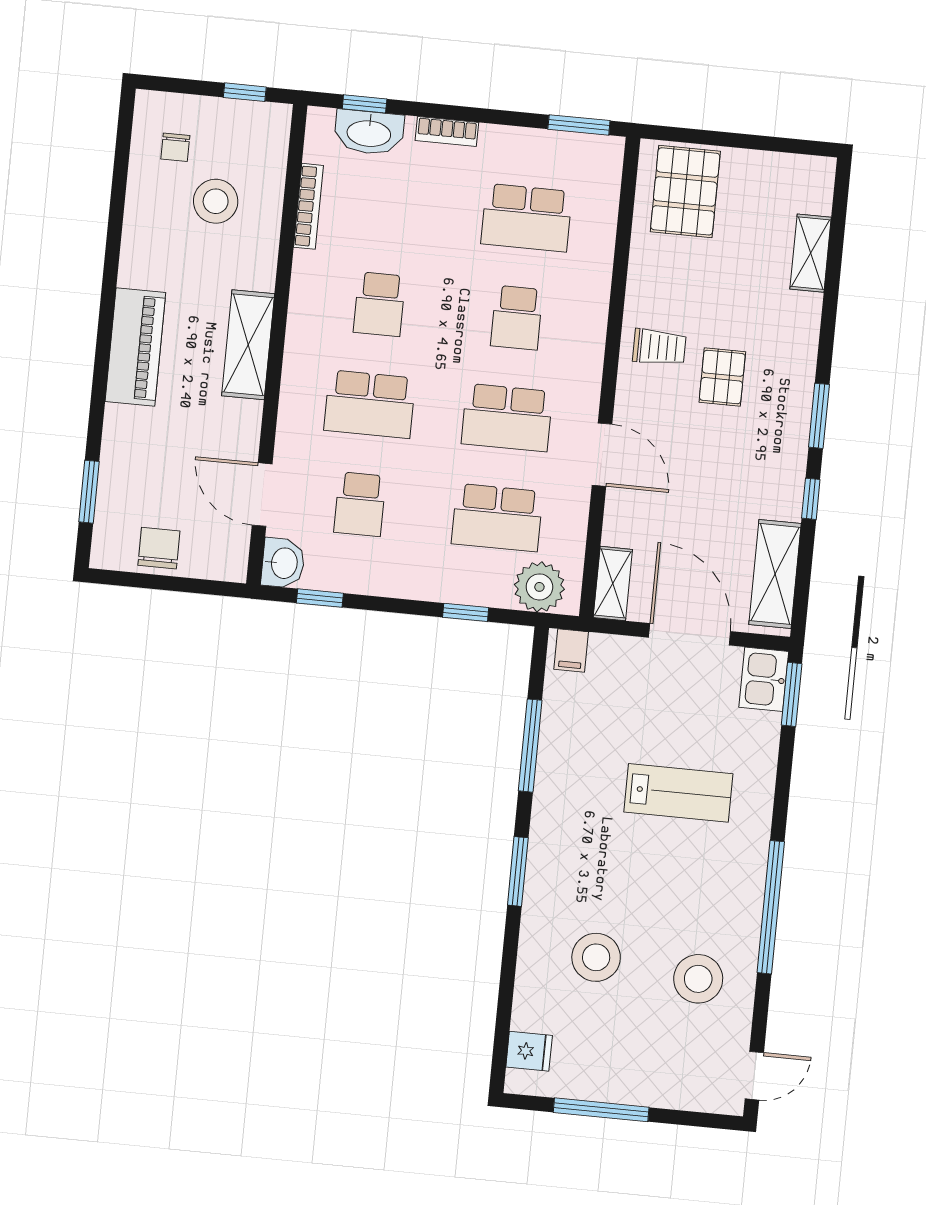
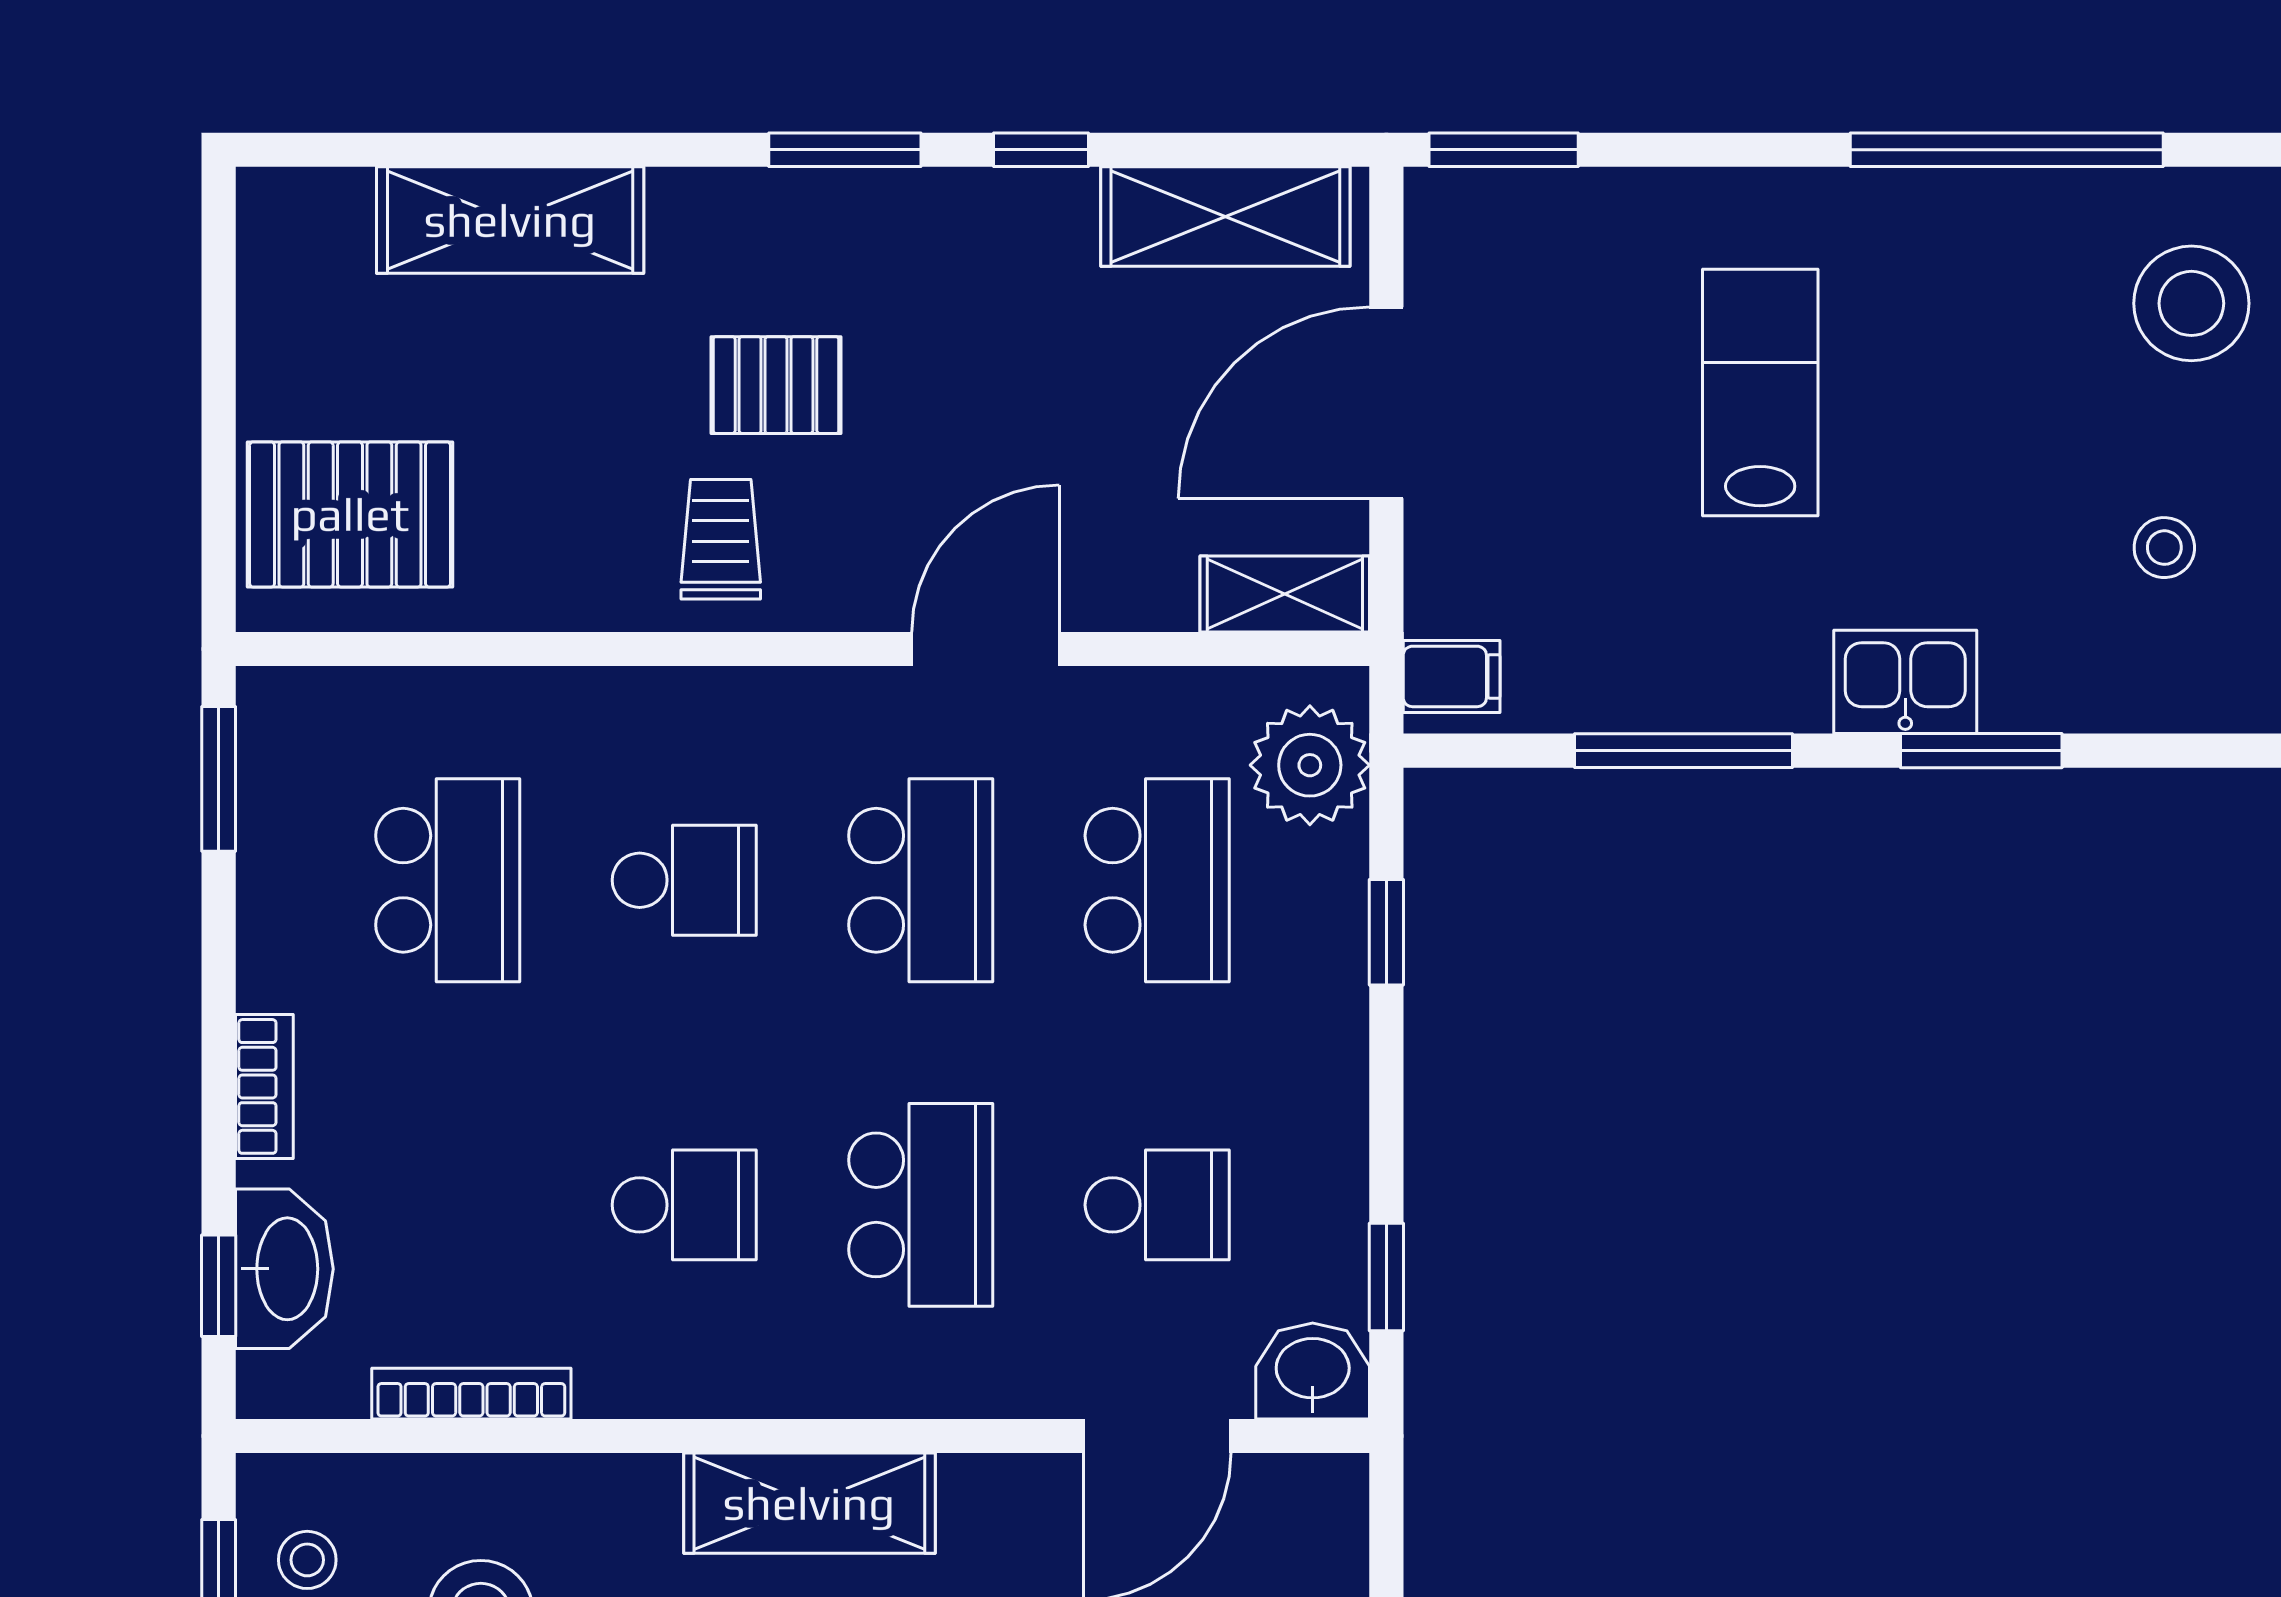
stool: (245, 130) -> (307, 1560), added
shelving: (811, 253) -> (510, 220), width x1.50, depth x1.33
kitchen sink: (764, 679) -> (1905, 682), moved, turned 180
stool: (596, 957) -> (2164, 548), width x0.53, depth x0.53

